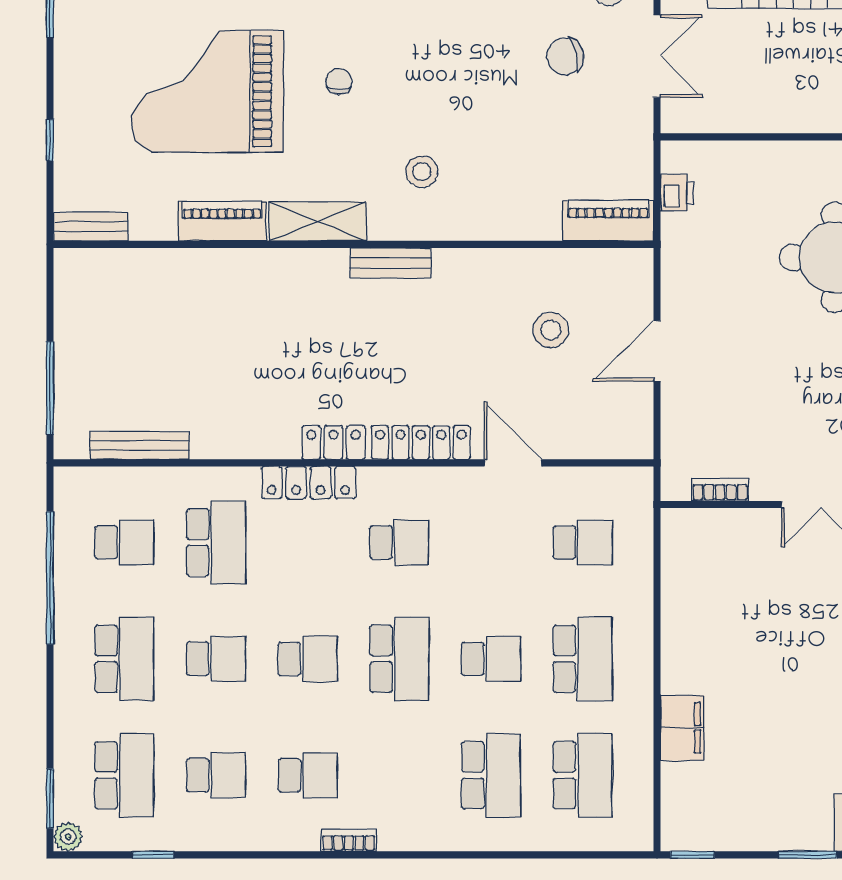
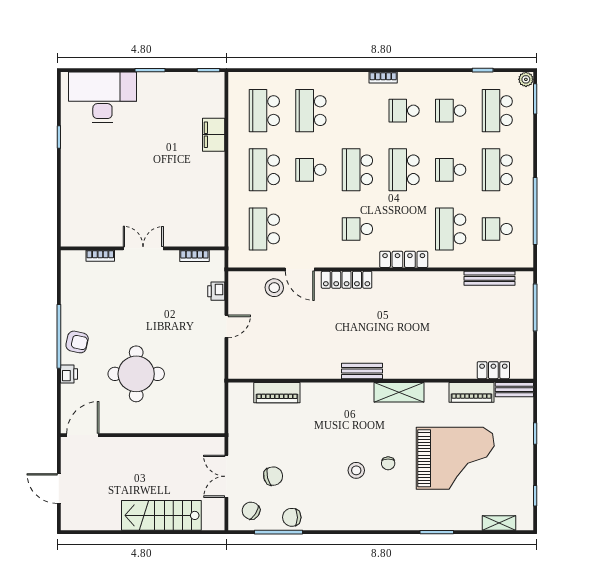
stool: (422, 172) -> (356, 470), moved
printer: (677, 193) -> (216, 291), moved
piano: (222, 221) -> (471, 392), moved
piano: (608, 221) -> (277, 393), moved
stool: (551, 330) -> (274, 288), moved
door: (657, 351) -> (226, 326), width x0.73
locker: (334, 442) -> (493, 370), moved, turned 180
school desk: (583, 542) -> (264, 229), width x1.85
school desk: (308, 659) -> (404, 170), width x1.85

